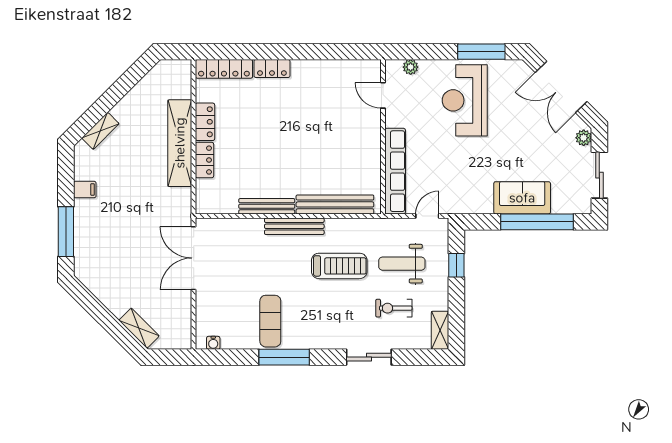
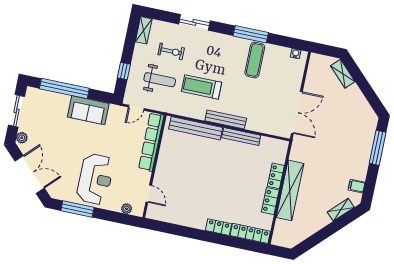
filing cabinet: (85, 189) -> (357, 186), moved
sofa: (522, 198) -> (88, 110), moved

